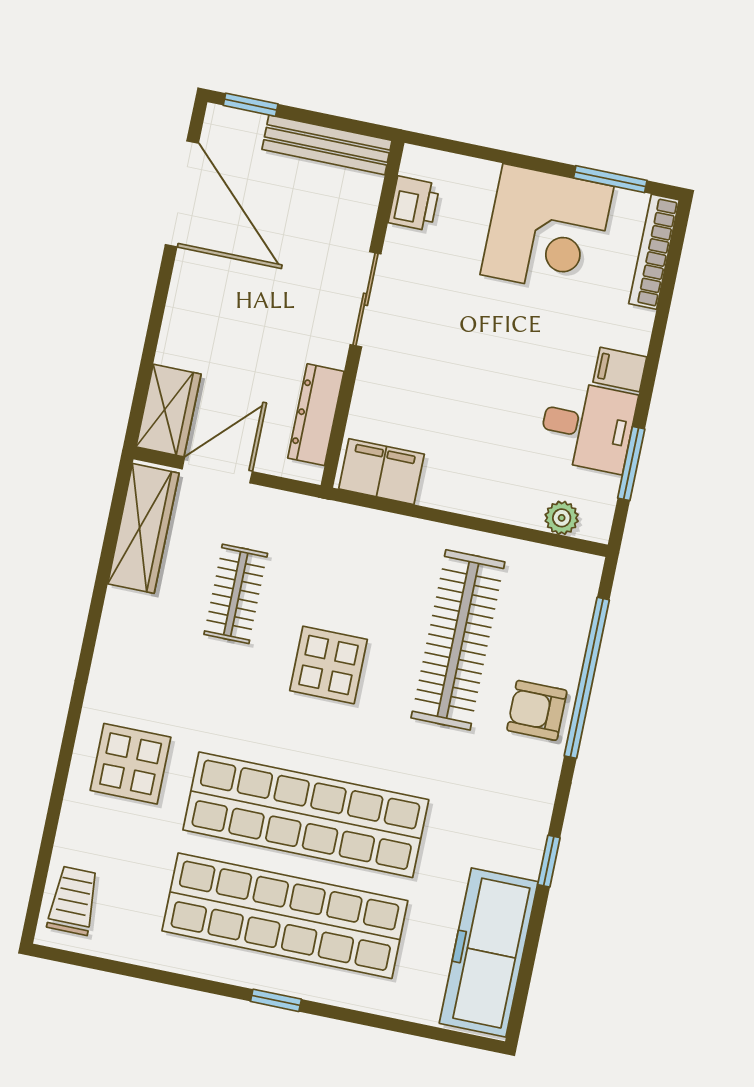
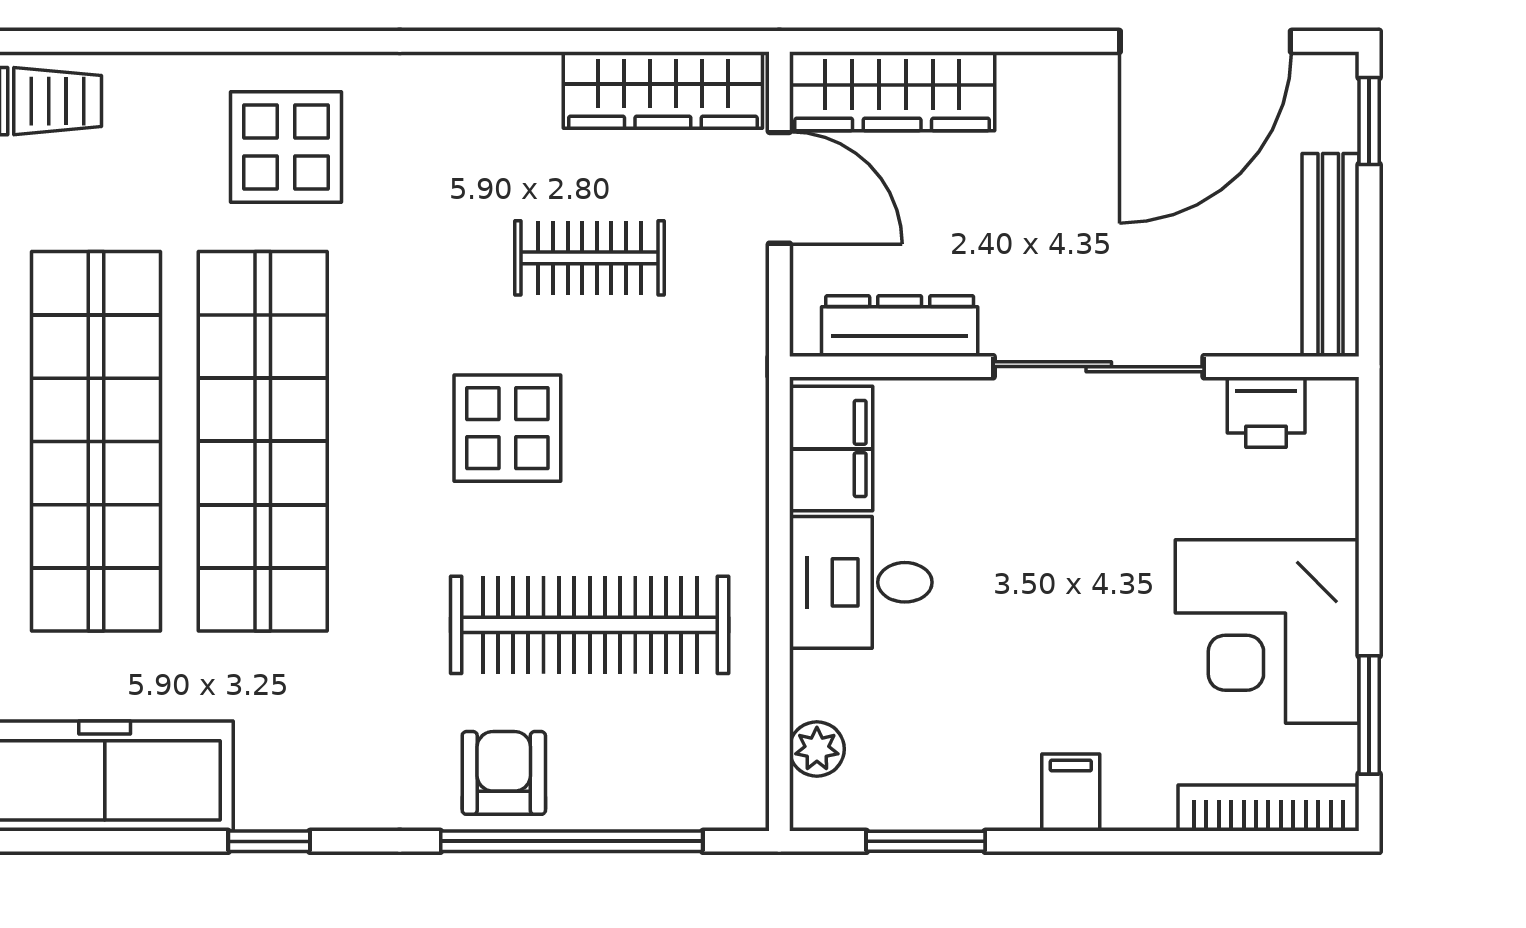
sliding door: (366, 299) -> (1099, 367), width x1.37
wardrobe: (168, 411) -> (892, 91), width x1.50
desk: (587, 426) -> (861, 582), moved, turned 90

